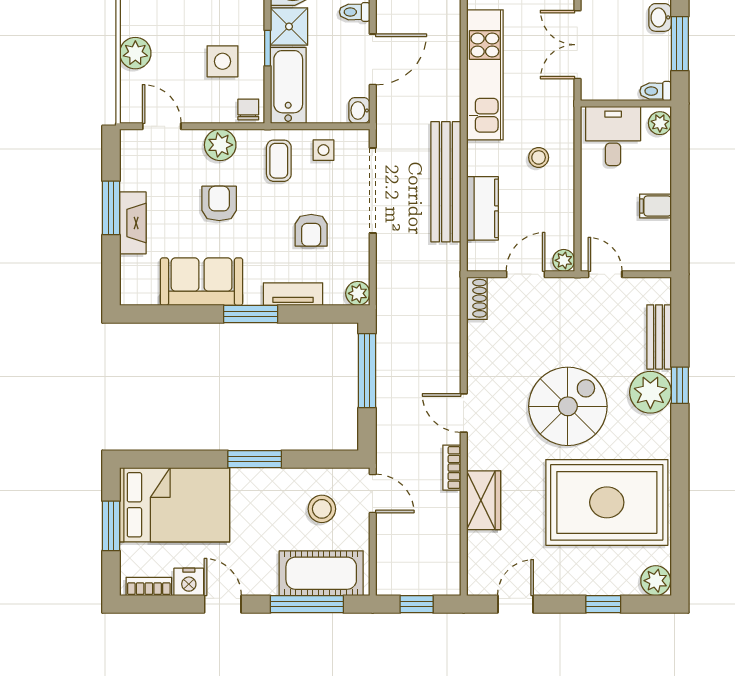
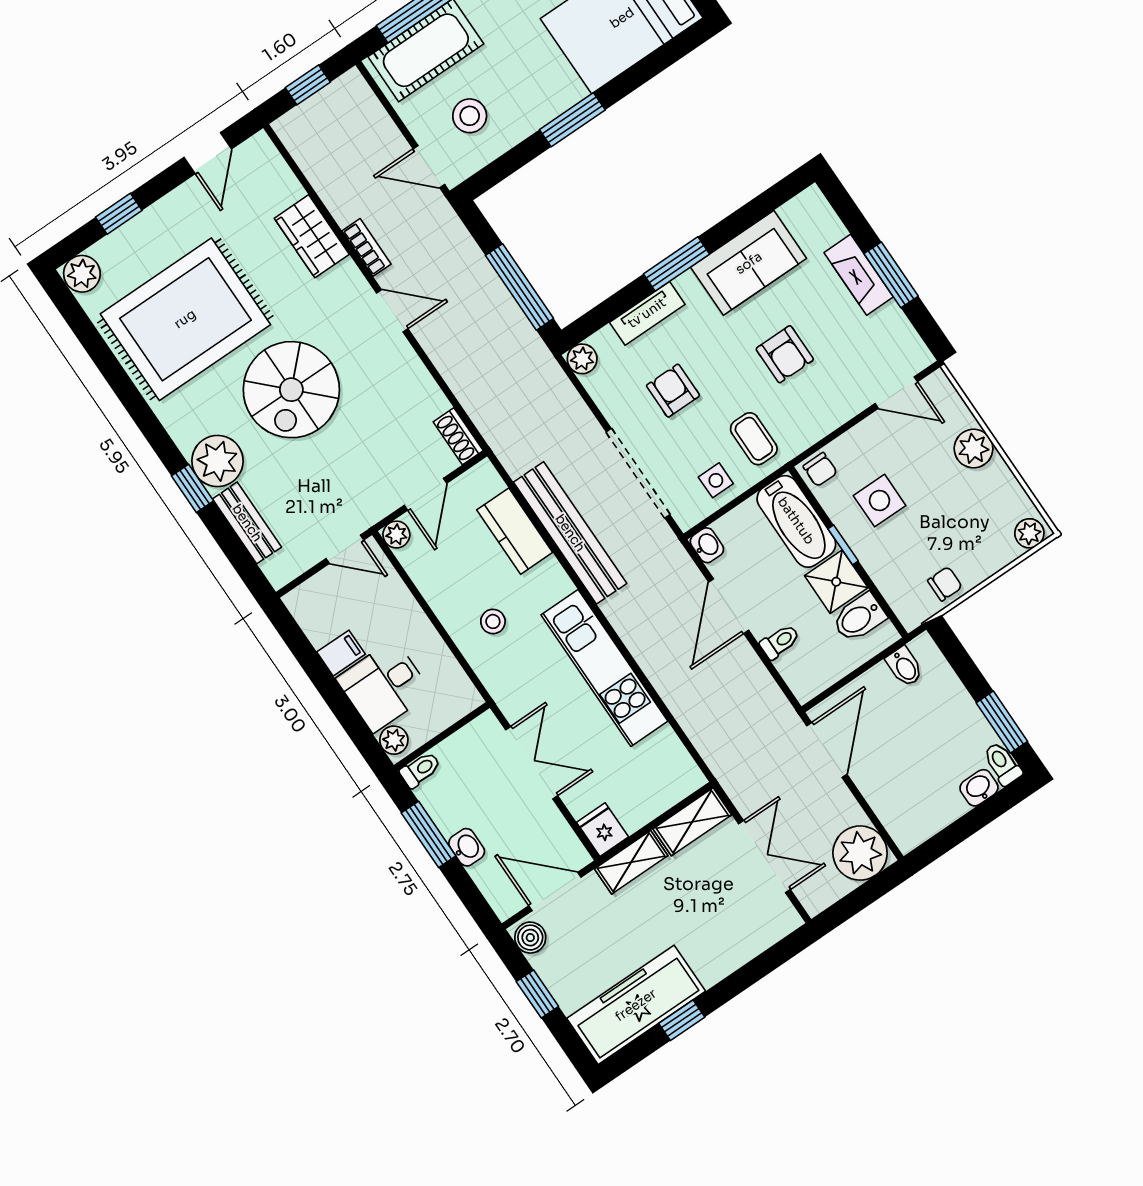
desk: (613, 136) -> (384, 686), moved, turned 90
plant: (220, 145) -> (824, 414), removed

